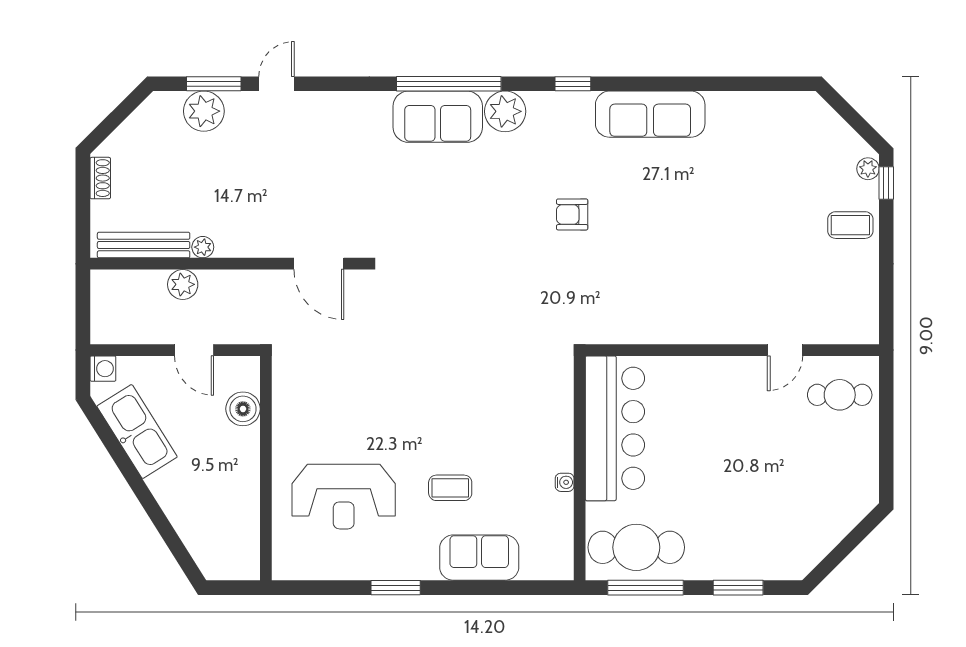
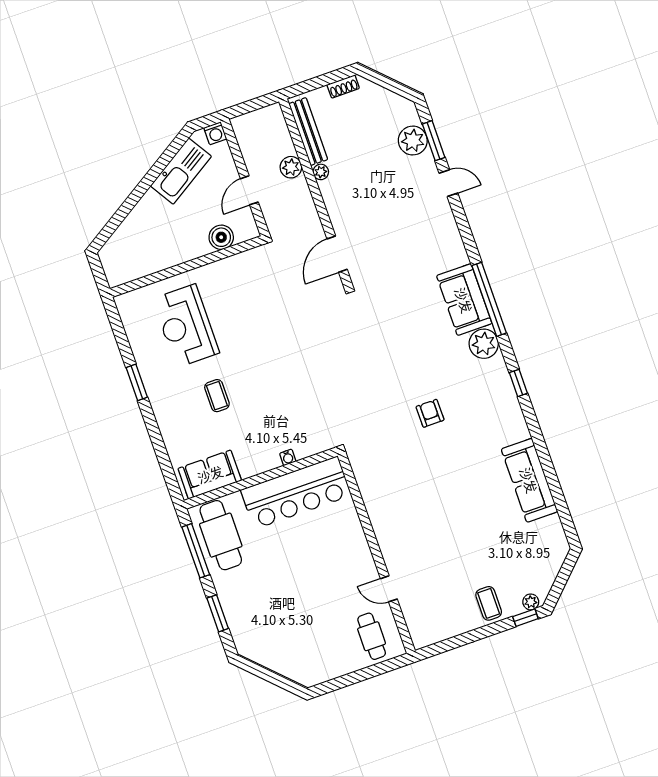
sofa: (650, 114) -> (529, 480), moved
water cooler: (565, 482) -> (288, 457), moved
sofa: (479, 558) -> (210, 474), moved, turned -90

